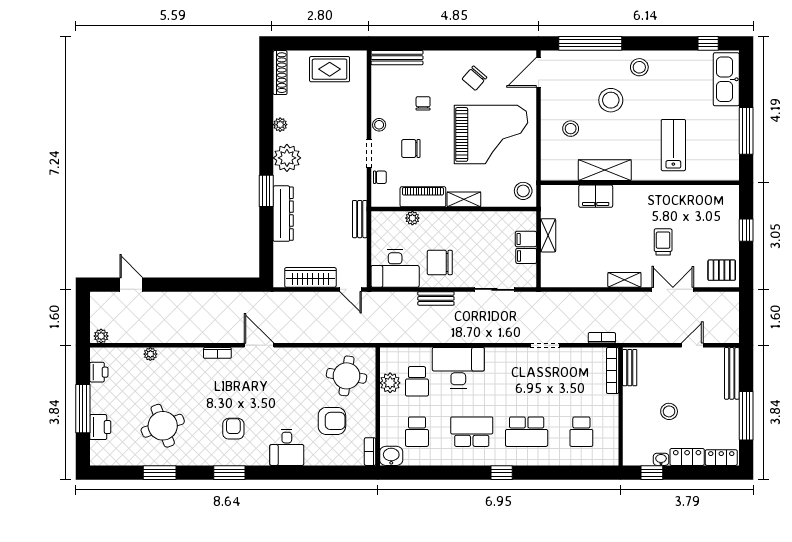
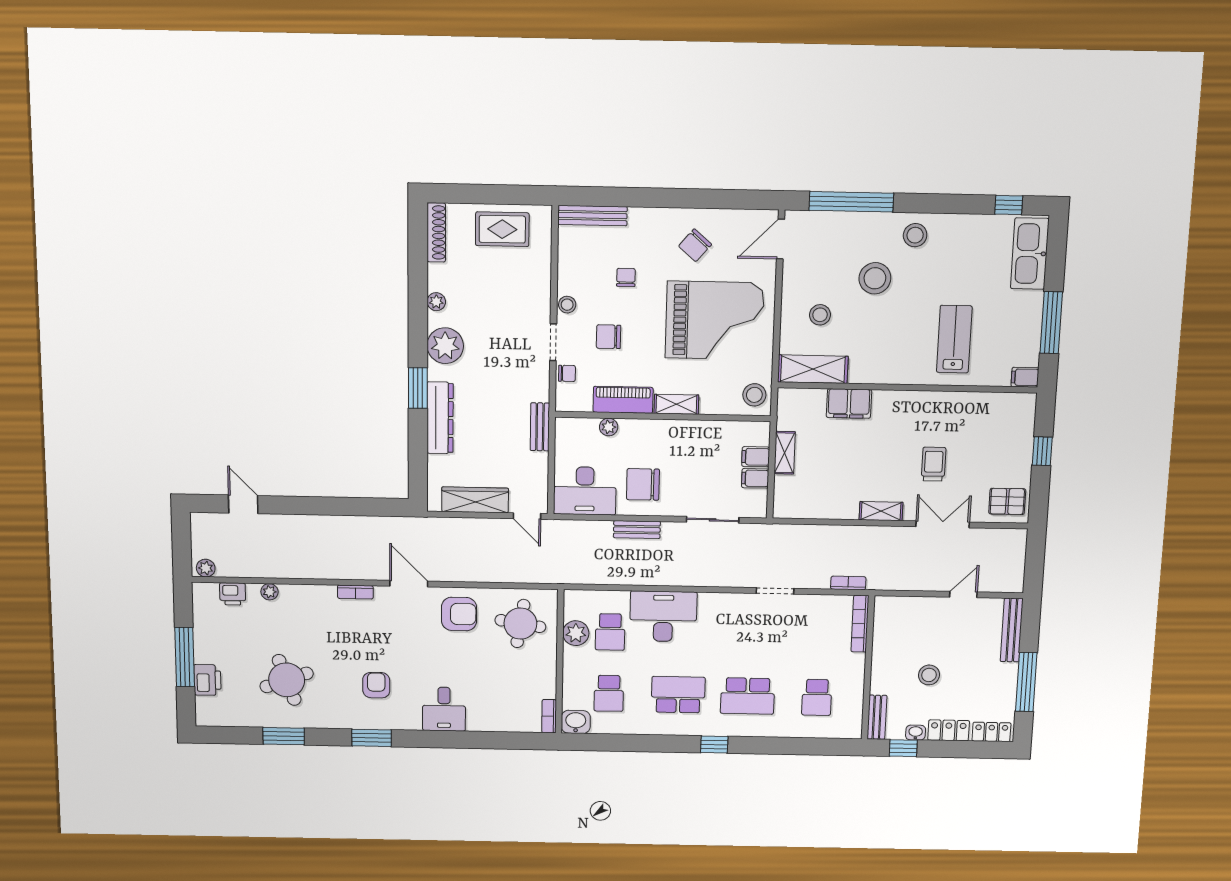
shelving: (605, 170) -> (813, 369), moved
filing cabinet: (729, 173) -> (1025, 377), added
bench: (630, 368) -> (877, 717), moved
printer: (99, 372) -> (233, 594), moved, turned 90
armchair: (332, 421) -> (459, 614), moved

